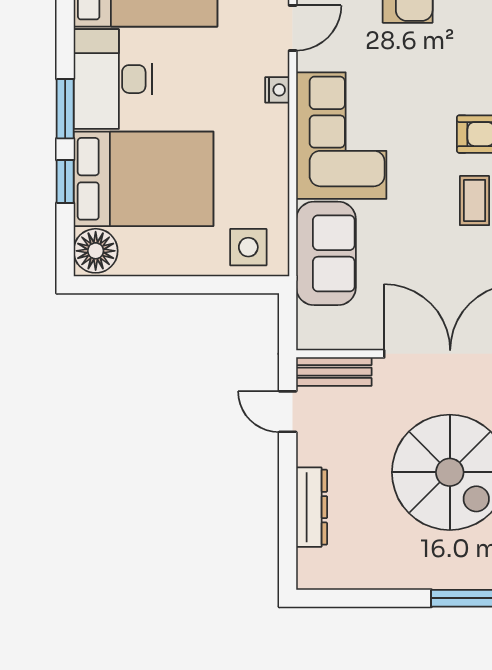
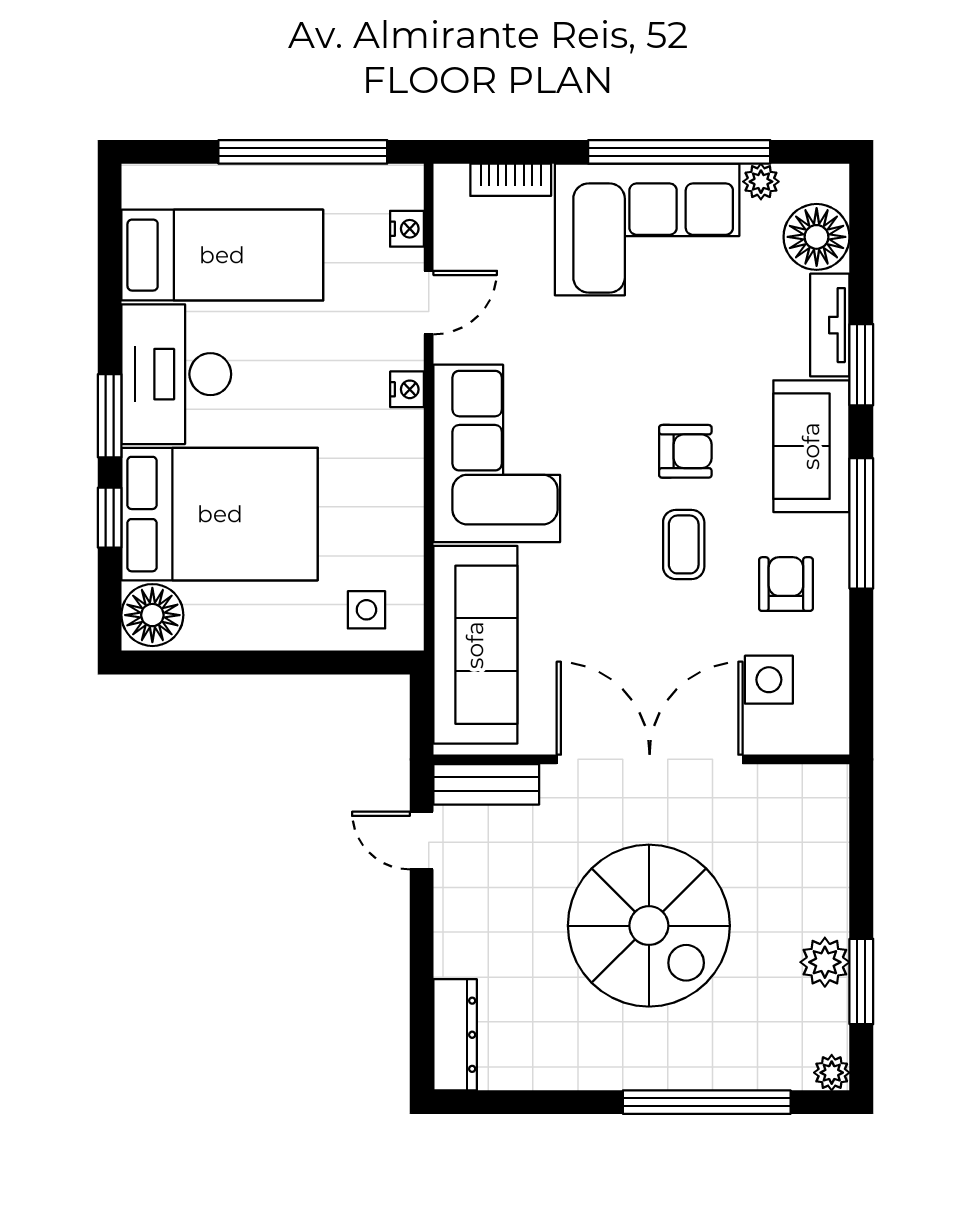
side table: (248, 247) -> (366, 610), width x0.73, depth x0.73
sofa: (326, 253) -> (475, 645), width x1.36
dresser: (312, 507) -> (455, 1035), moved

